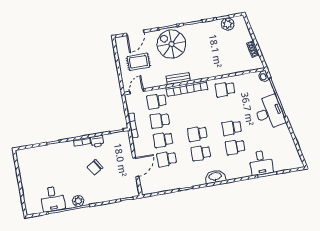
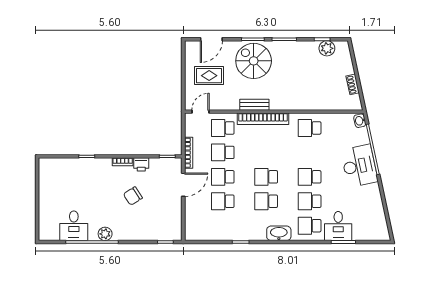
school desk: (238, 166) -> (310, 226), added
door: (136, 167) -> (183, 185), moved

